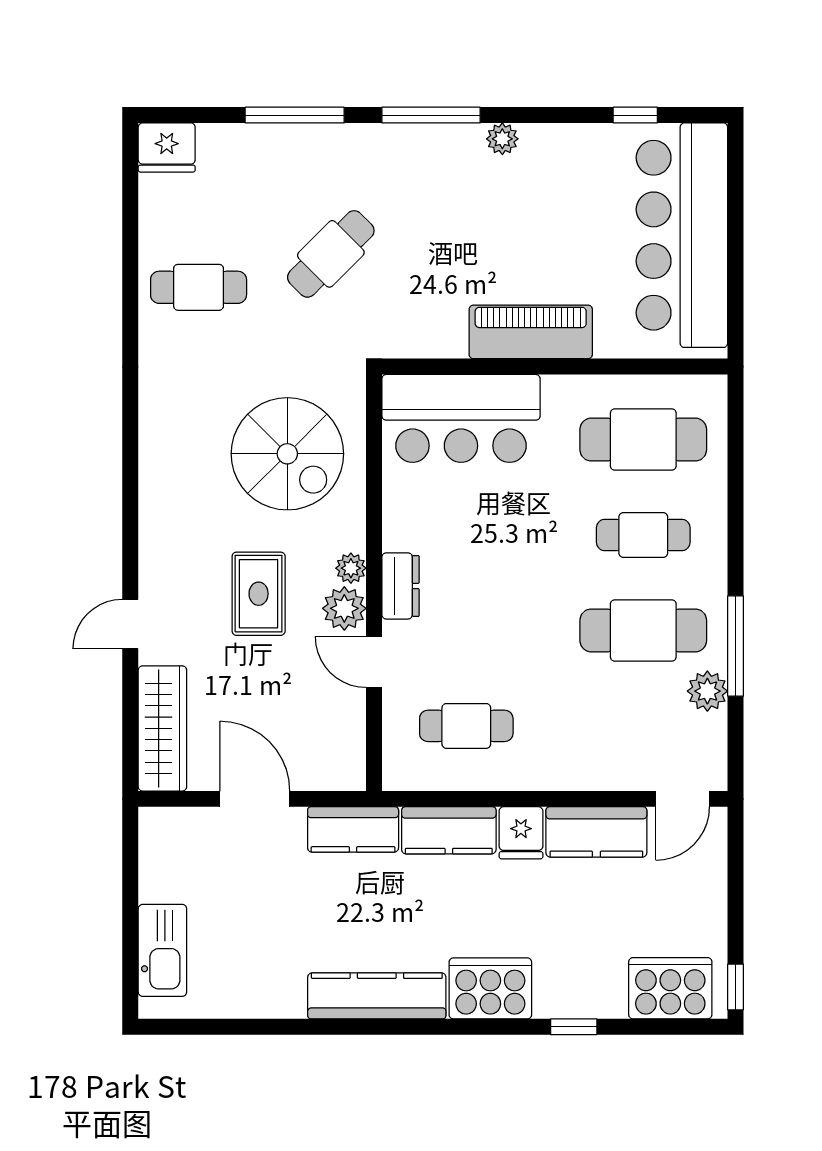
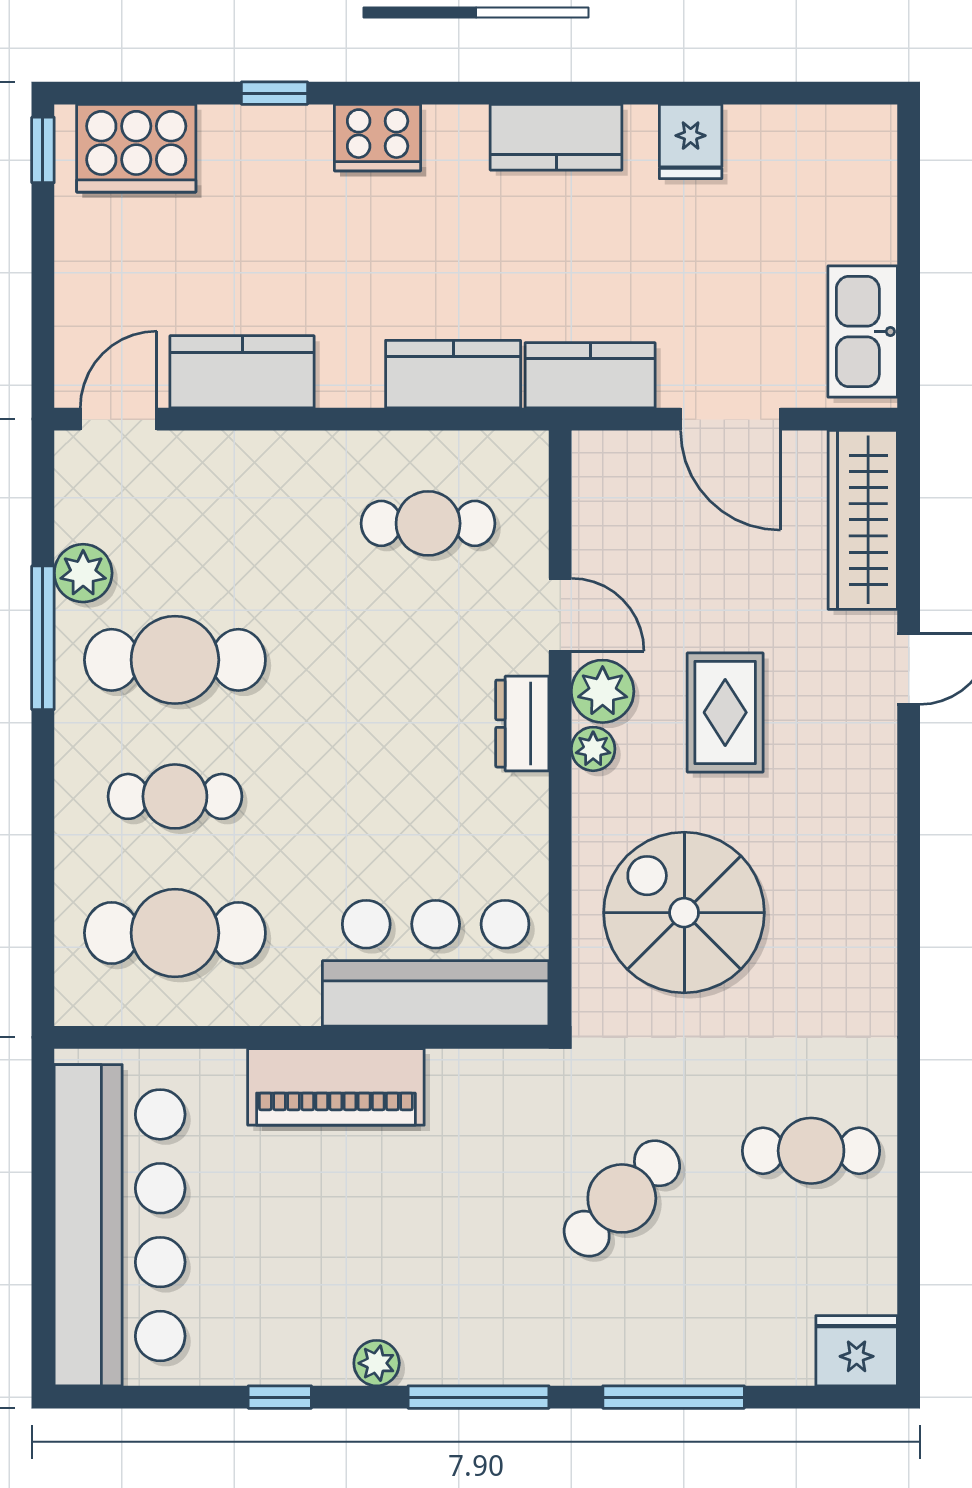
window: (635, 115) -> (280, 1397), moved
fridge: (521, 833) -> (691, 141), moved, turned 180
kitchen sink: (162, 950) -> (863, 331), moved
cooker: (490, 988) -> (378, 138), width x0.73, depth x0.76
kitchen counter: (377, 996) -> (556, 137), width x0.67

